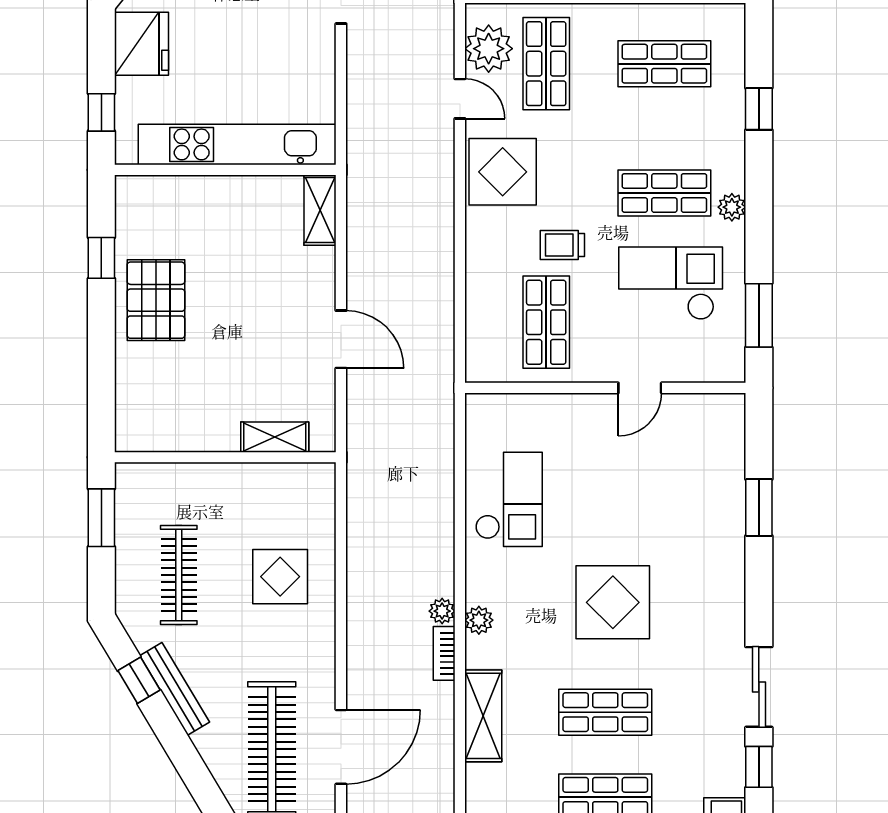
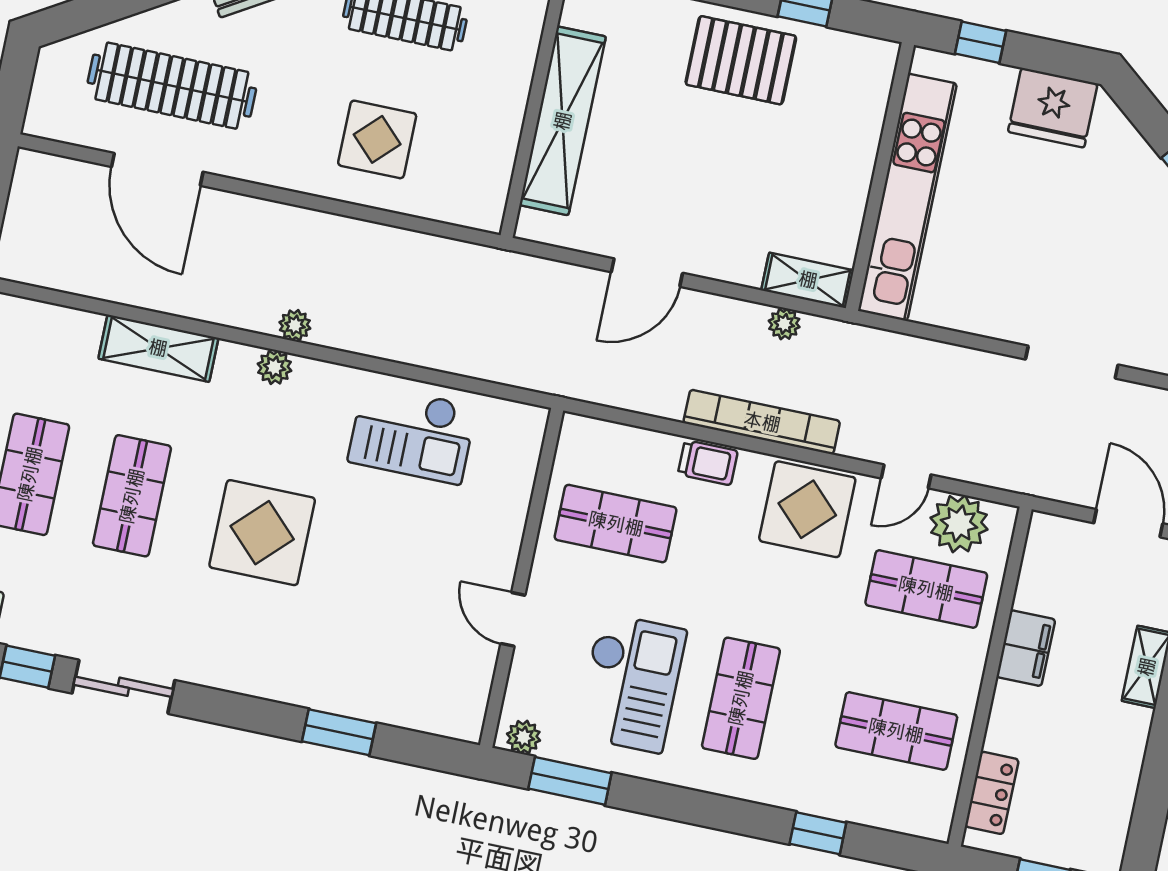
shop shelf: (664, 64) -> (896, 731), turned 90
plant: (732, 207) -> (524, 737), moved
plant: (359, 221) -> (784, 324), added
trolley: (562, 245) -> (708, 463), moved, turned 90
shelving: (275, 437) -> (563, 121), width x2.20, depth x1.33
bookcase: (444, 653) -> (762, 422), moved, width x2.31, depth x1.31

